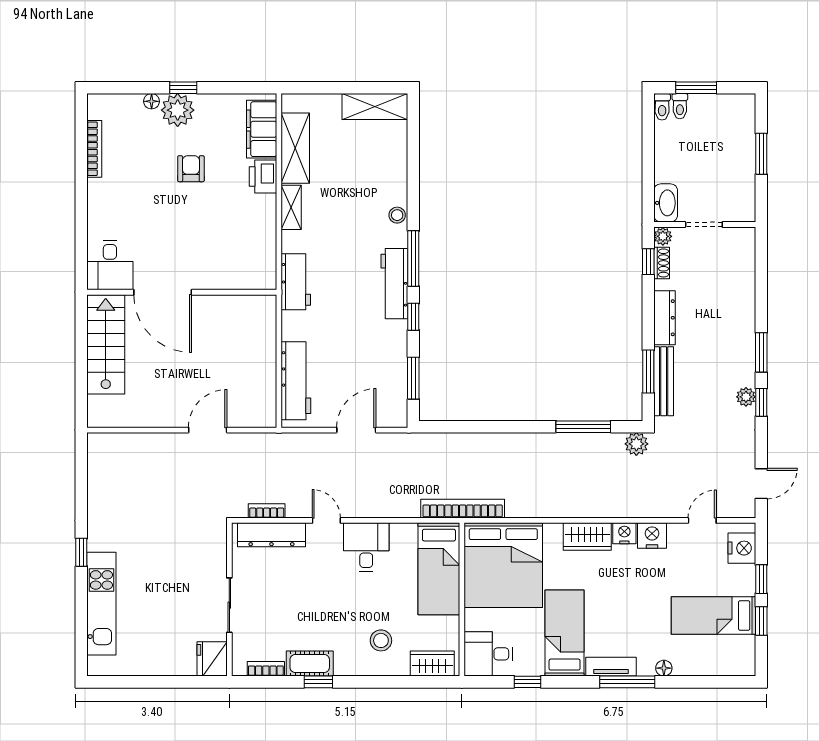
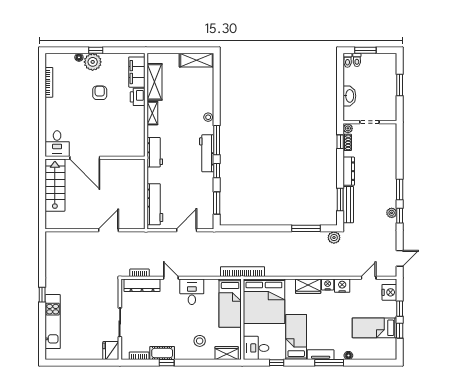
washbasin: (666, 203) -> (349, 96), moved

